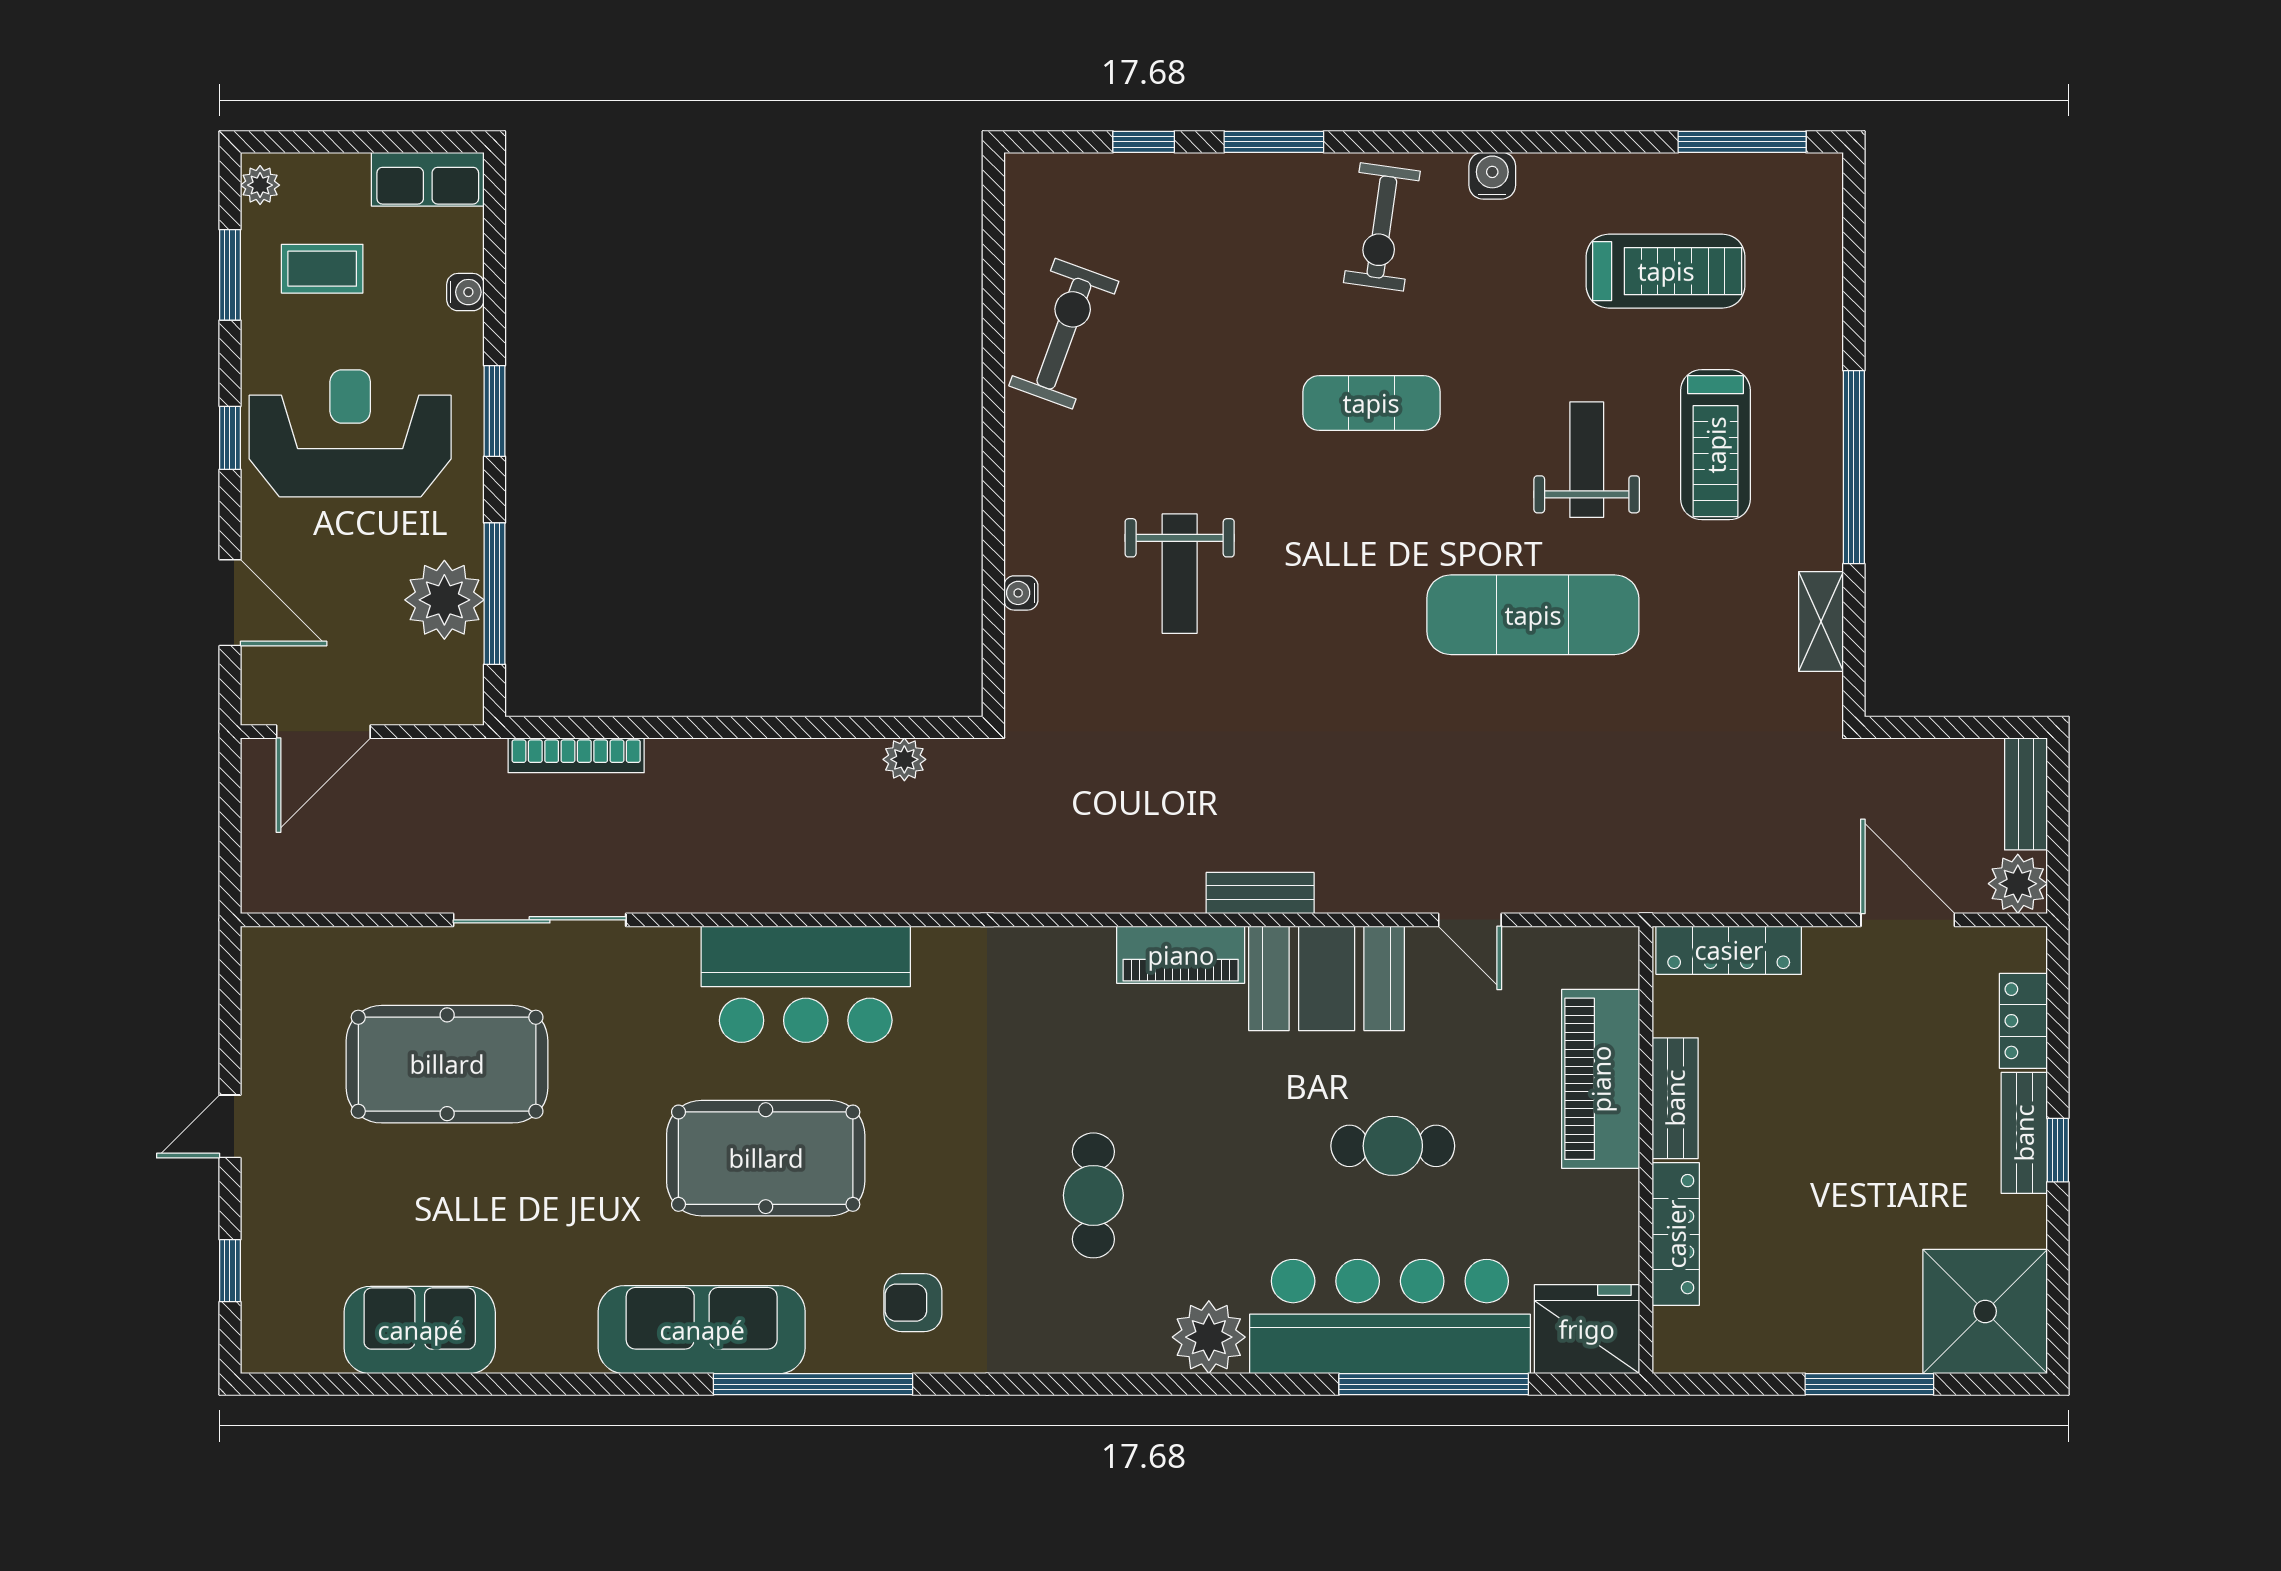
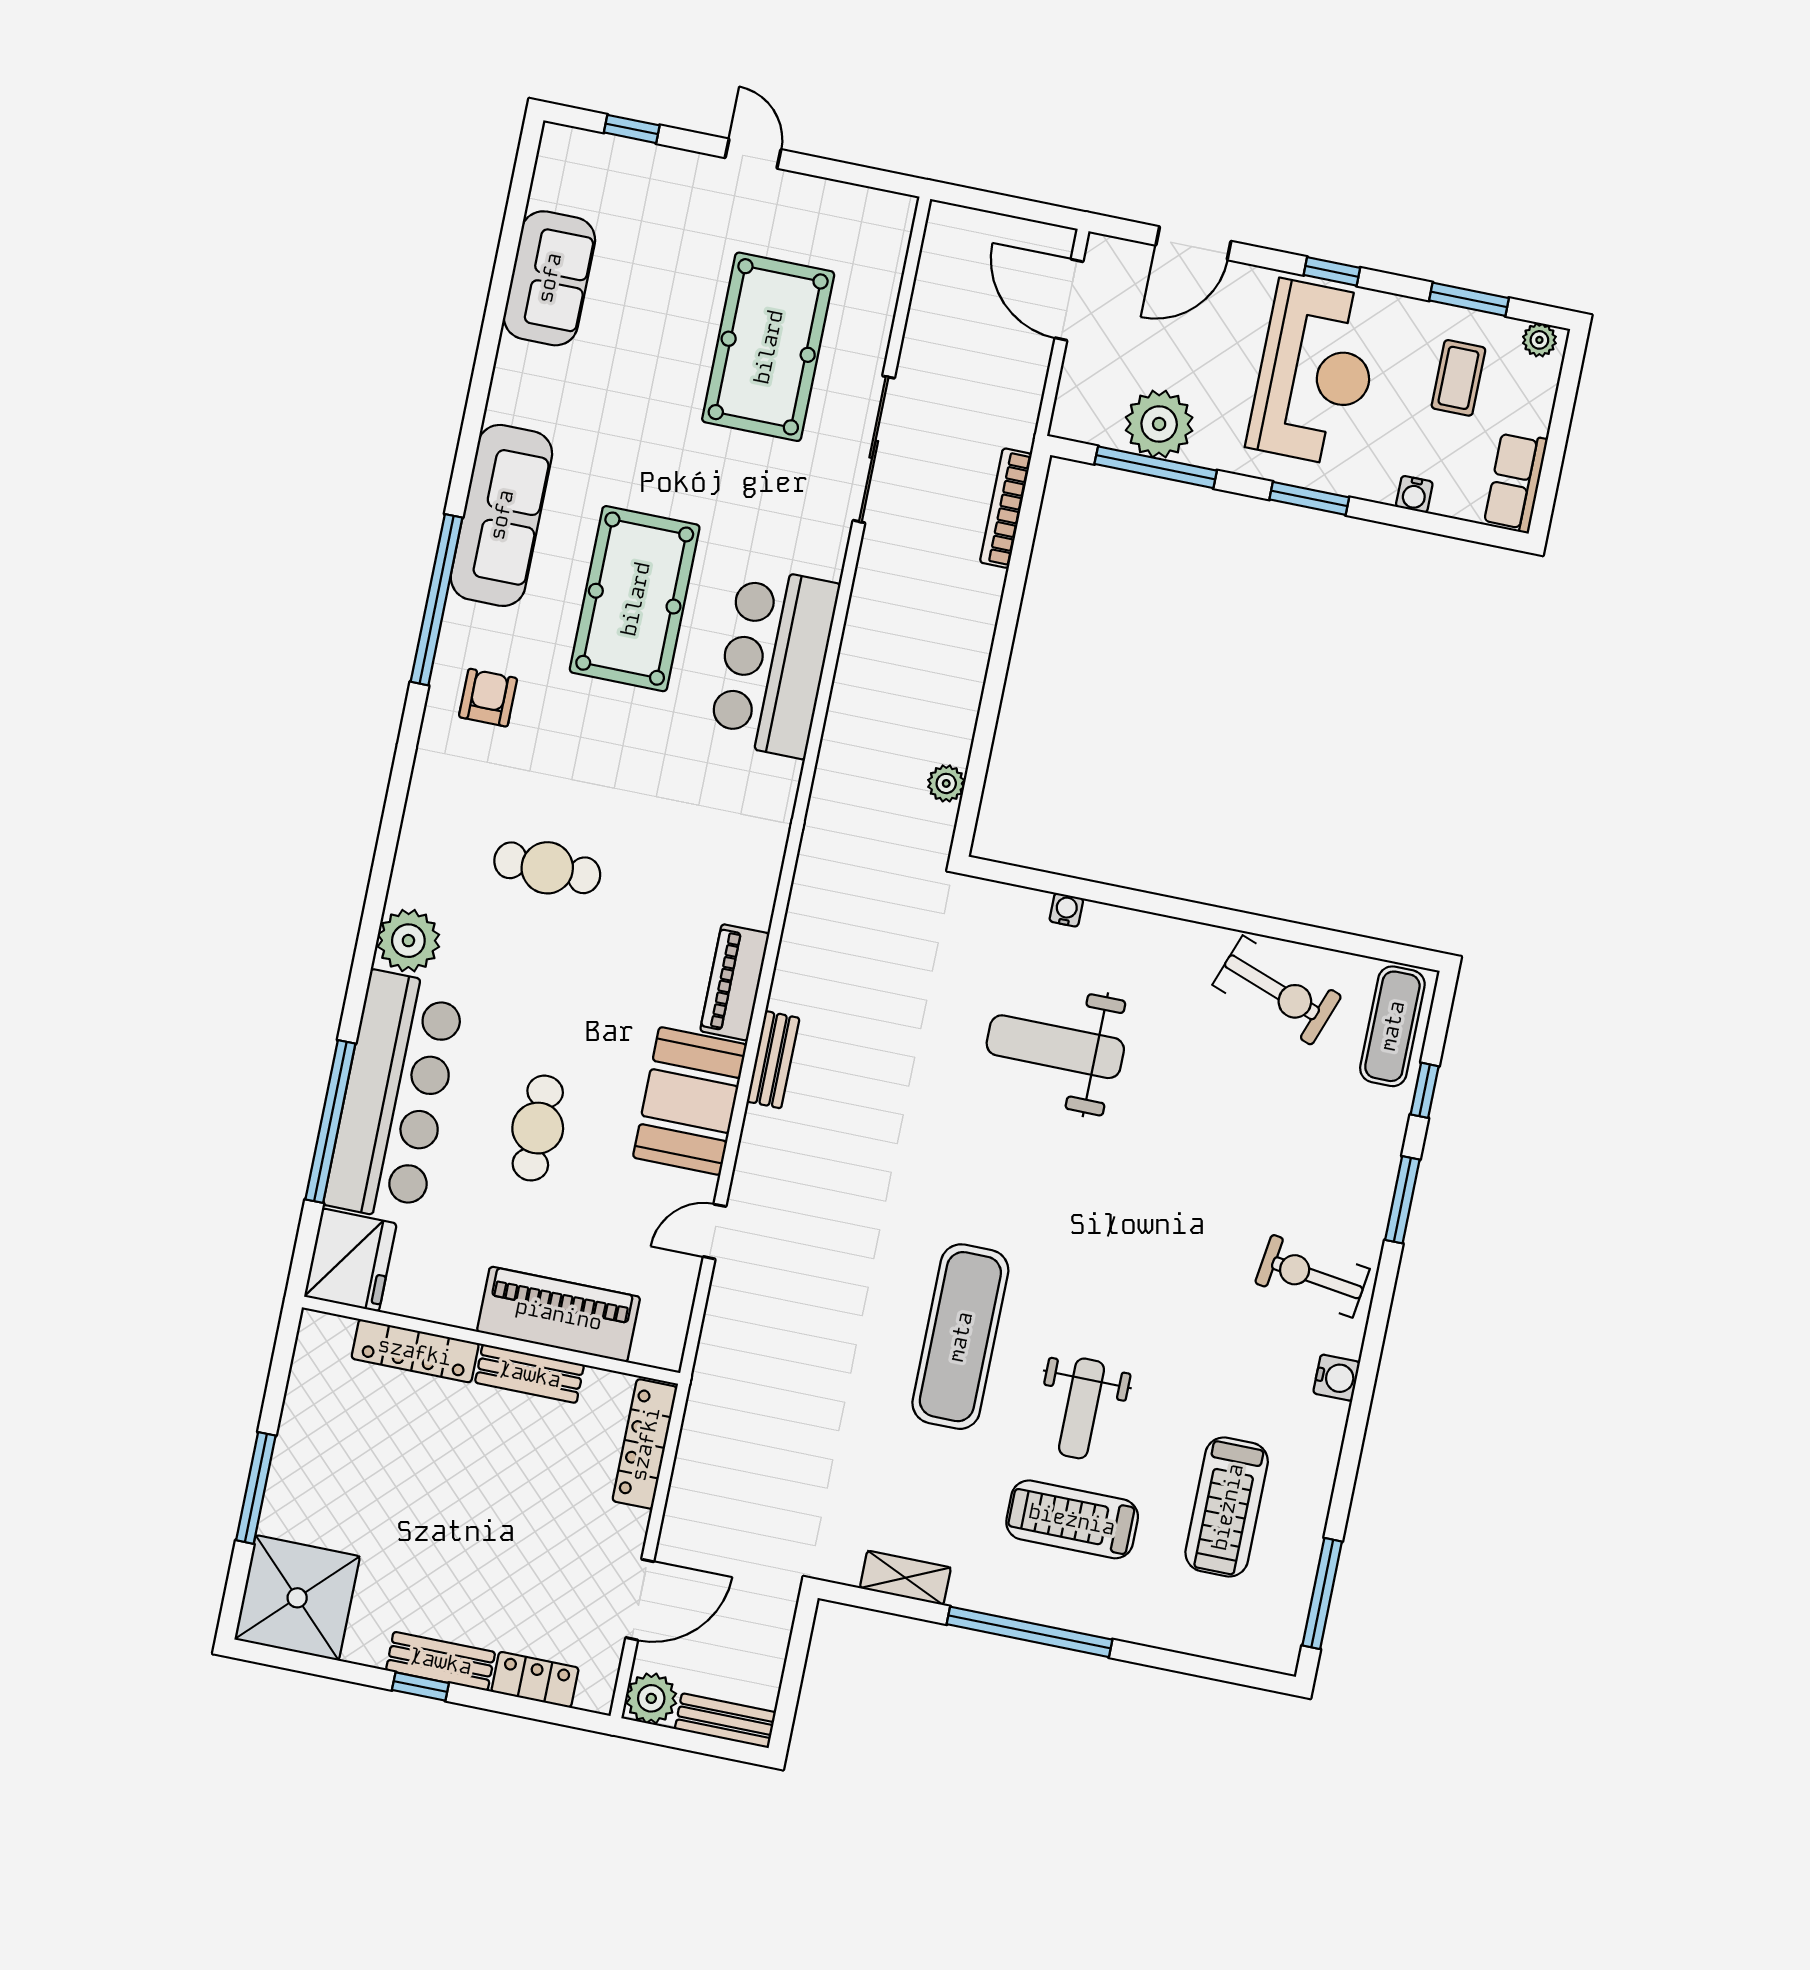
exercise mat: (1371, 403) -> (1392, 1026), moved
weight bench: (1587, 460) -> (1081, 1408), turned 90
weight bench: (1180, 574) -> (1055, 1047), width x1.36, depth x1.33

